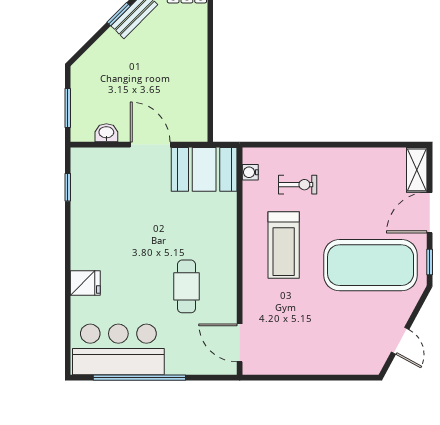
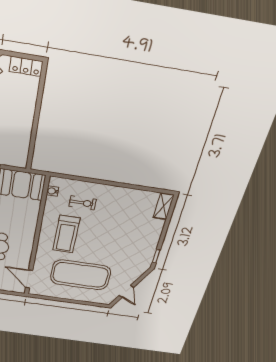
door: (430, 213) -> (164, 231), removed
exercise mat: (371, 265) -> (81, 275), moved

